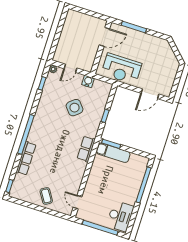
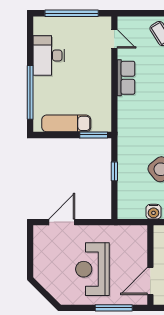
reception desk: (121, 69) -> (92, 269), moved, turned -90
row of seats: (86, 149) -> (126, 78), moved
exam couch: (113, 153) -> (66, 123), moved
desk: (120, 216) -> (49, 55), moved

